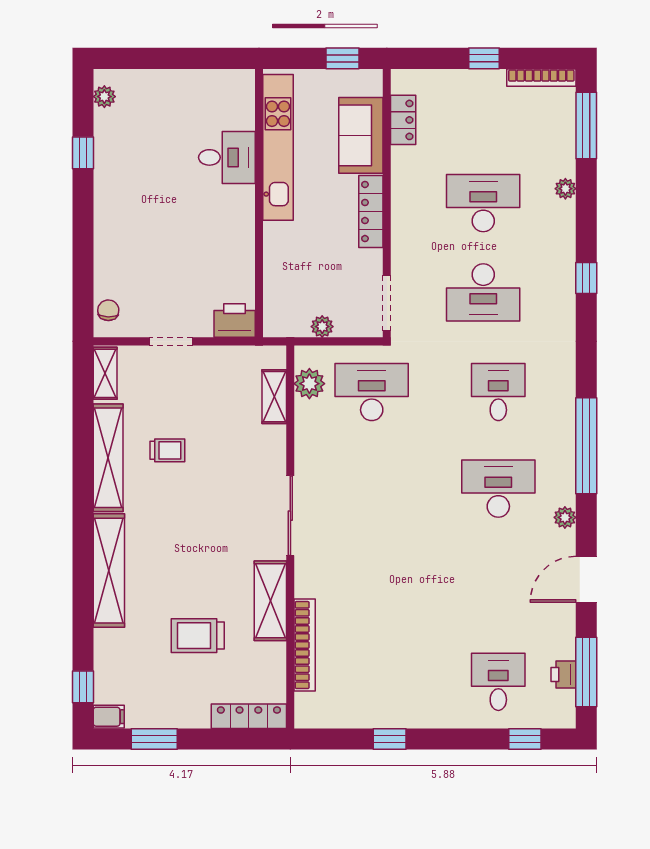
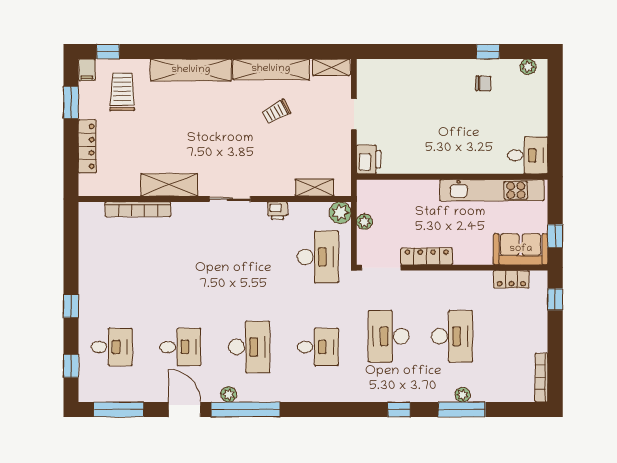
window: (484, 58) -> (555, 299), moved
window: (586, 126) -> (462, 410), moved
sofa: (361, 135) -> (521, 249), moved
desk: (227, 157) -> (528, 155), moved, turned -90
locker: (371, 212) -> (427, 256), moved
chair: (108, 310) -> (483, 83), moved
plant: (309, 384) -> (340, 213), moved
window: (586, 446) -> (246, 410), moved
trolley: (167, 450) -> (276, 112), turned 62
sliding door: (290, 516) -> (230, 199), width x0.73
desk: (498, 585) -> (180, 347), added
trolley: (198, 636) -> (122, 92), moved
printer: (563, 674) -> (277, 211), moved, turned 180
locker: (249, 716) -> (87, 146), moved
window: (390, 739) -> (71, 306), moved

